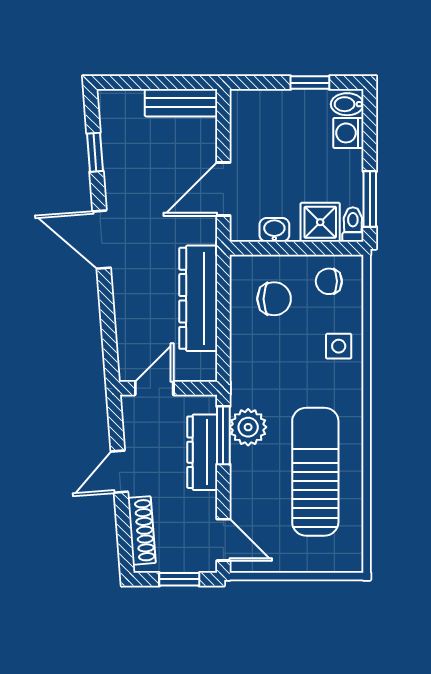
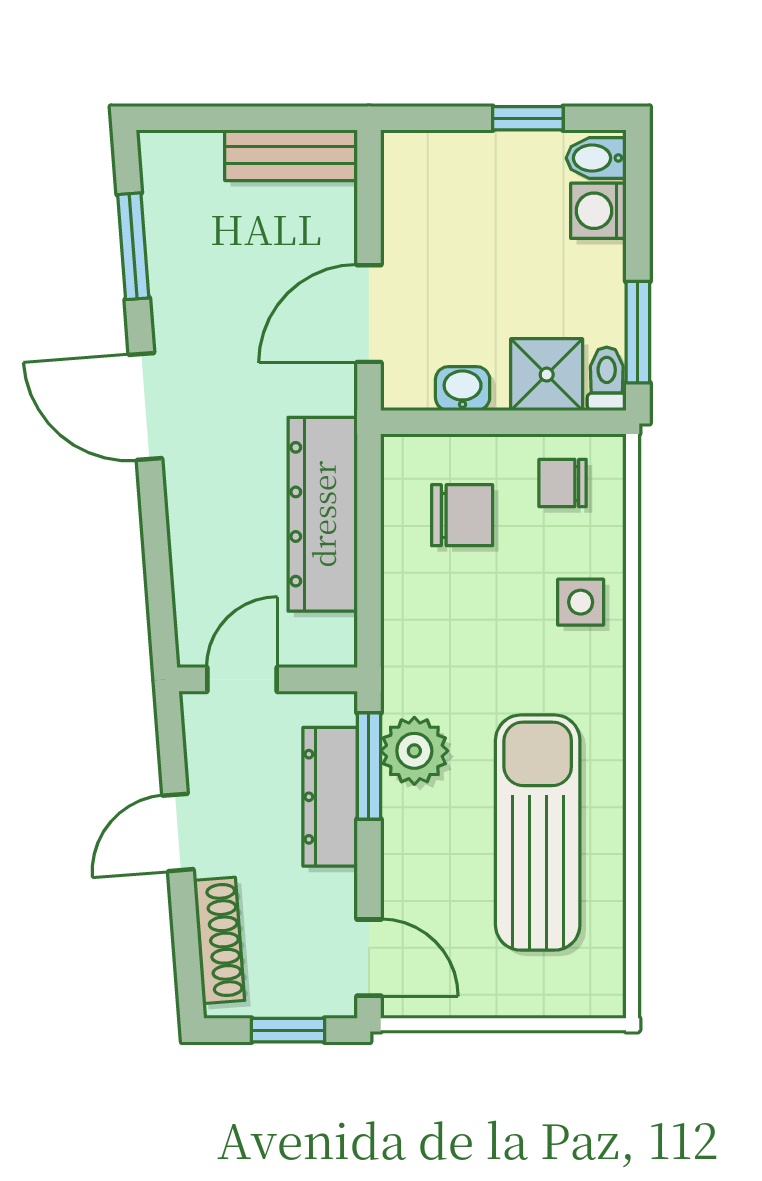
window: (95, 152) -> (133, 246), width x1.50

